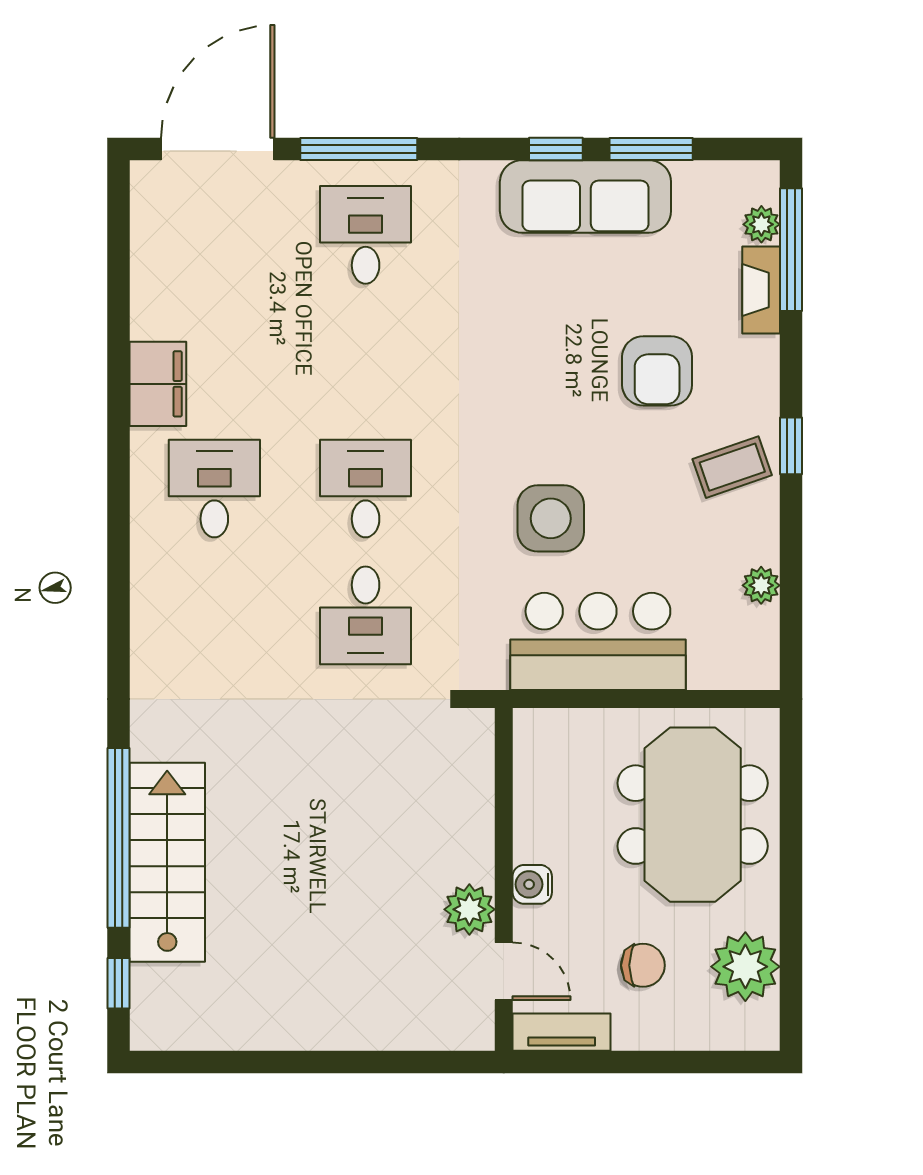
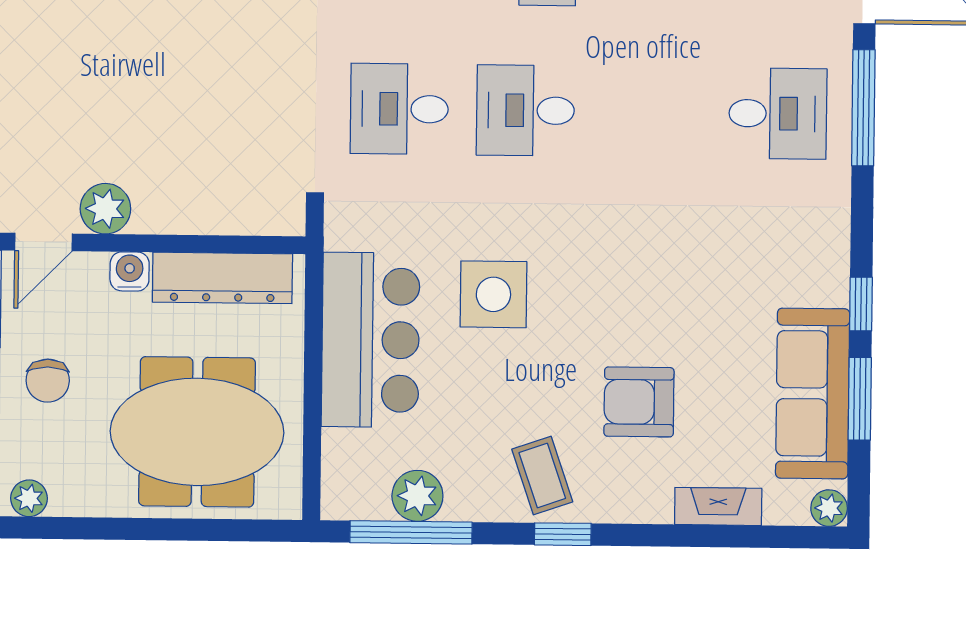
sofa: (585, 196) -> (813, 393), moved
plant: (761, 224) -> (829, 508), moved
window: (791, 250) -> (411, 532), moved
desk: (366, 489) -> (525, 110), turned 180
plant: (761, 585) -> (417, 496), width x1.38, depth x1.38
dresser: (538, 791) -> (222, 278), added
plant: (745, 967) -> (29, 498), width x0.53, depth x0.53

